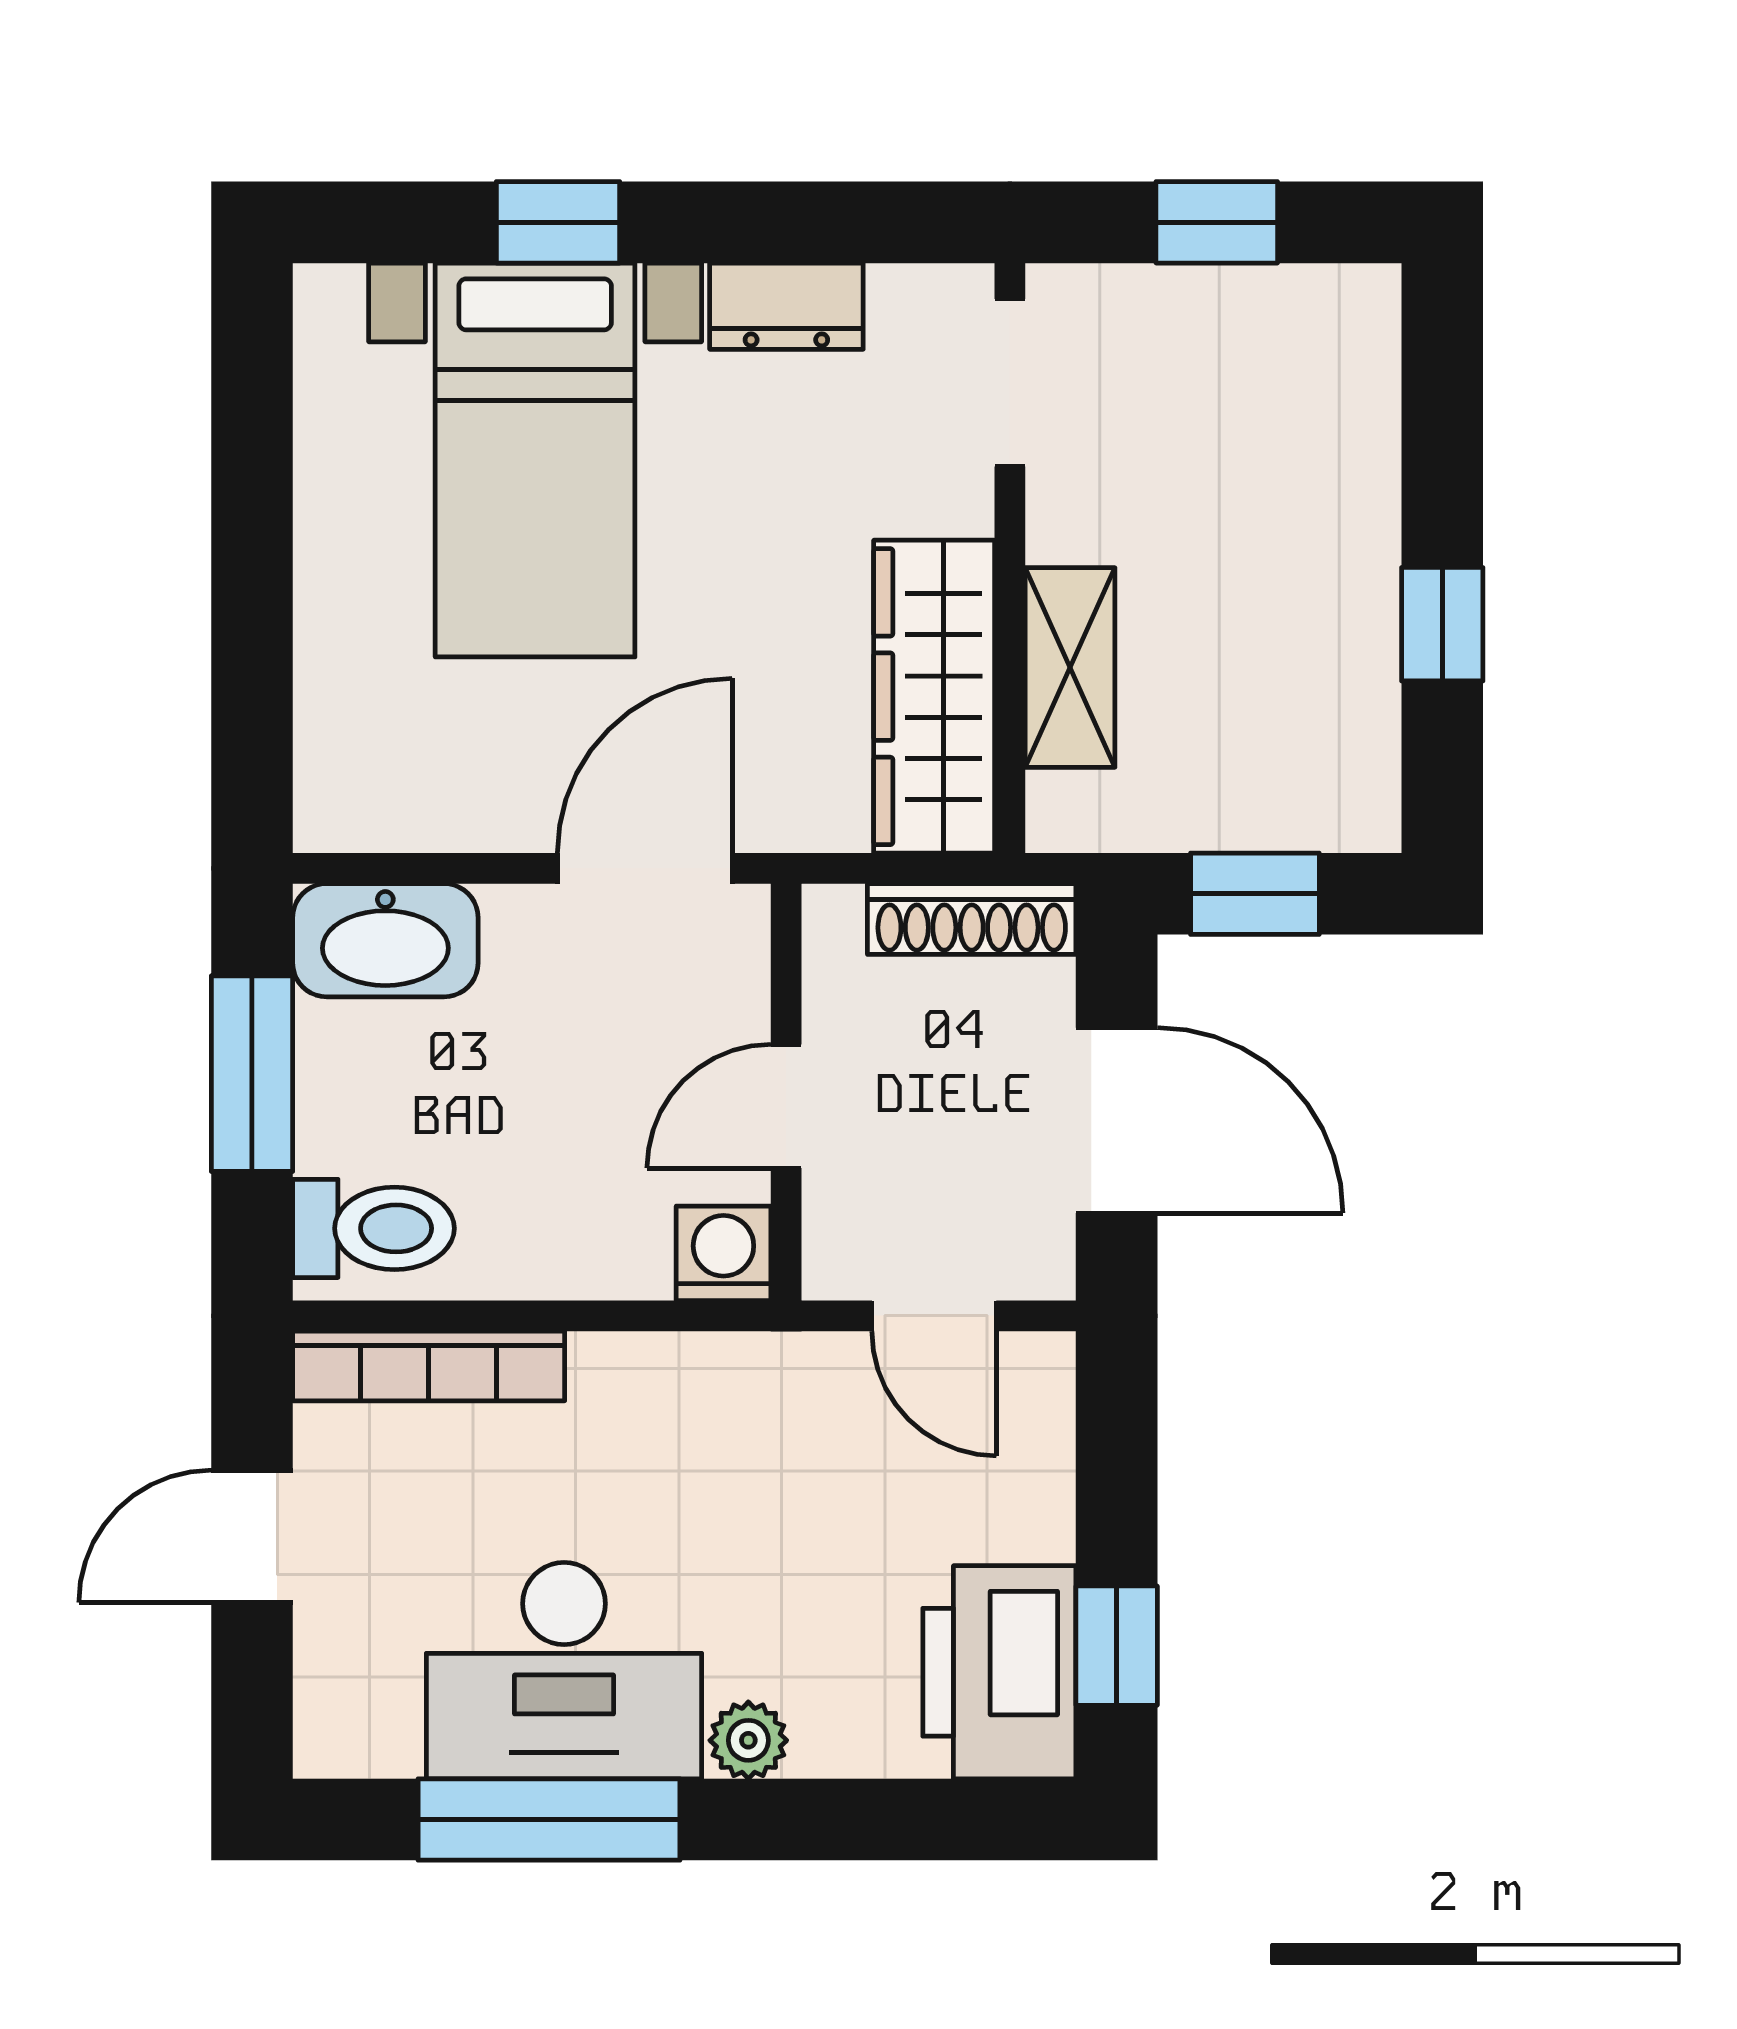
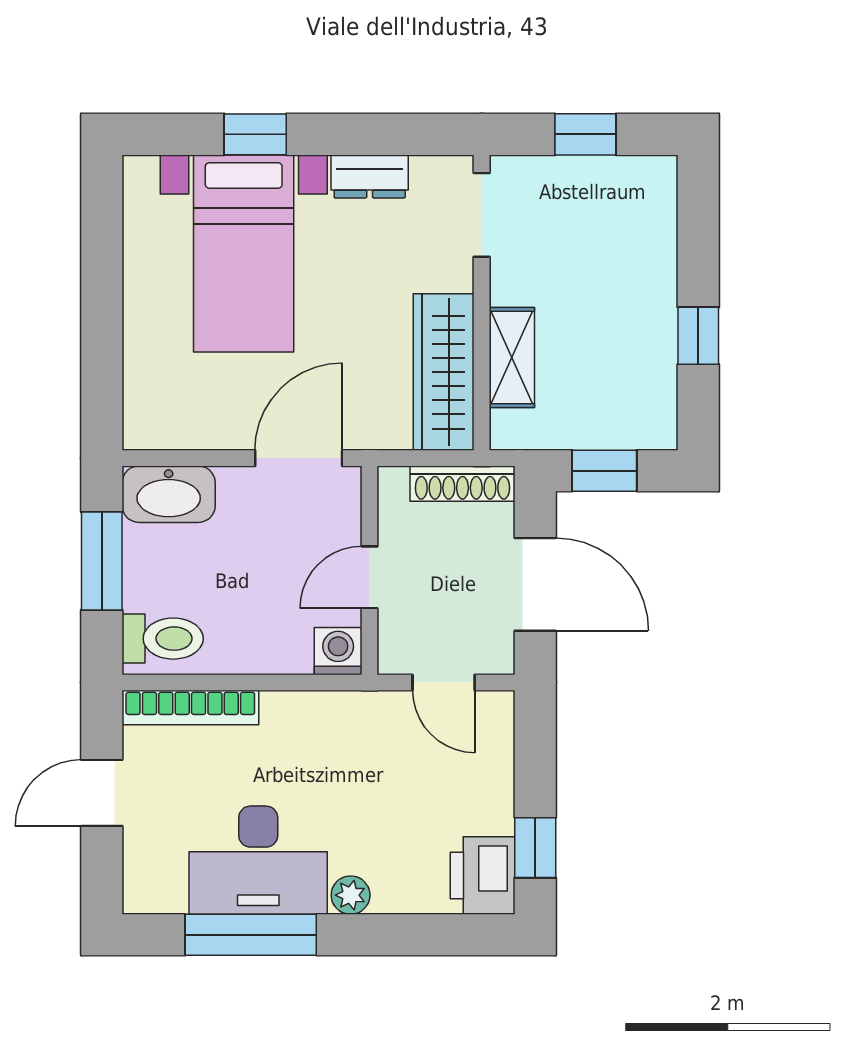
printer: (999, 1672) -> (483, 876), width x0.73, depth x0.84

